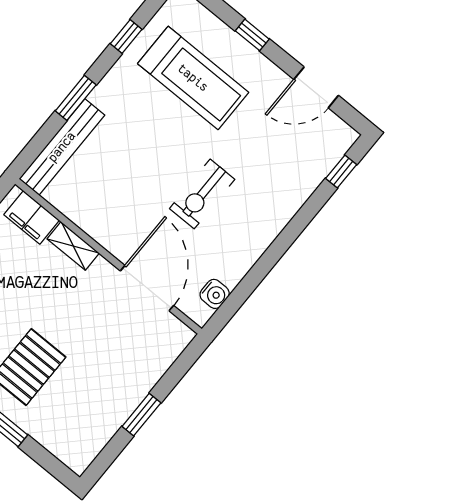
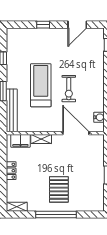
treadmill: (193, 78) -> (41, 85), moved, turned -90

